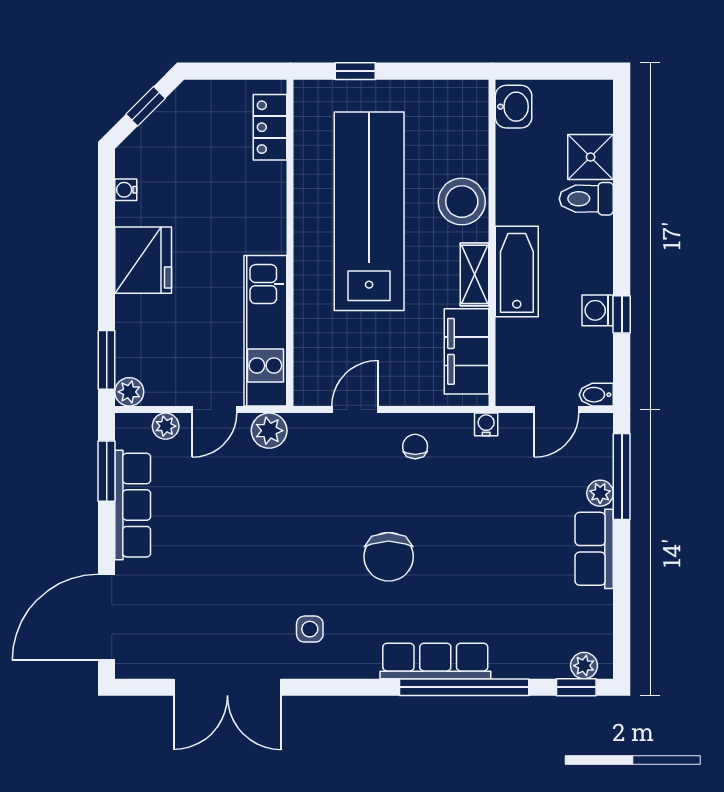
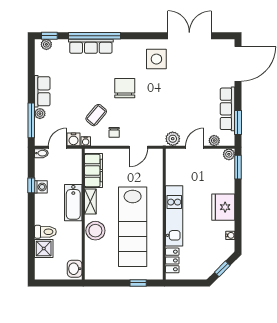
kitchen unit: (265, 331) -> (174, 216), moved
water cooler: (516, 429) -> (73, 139), added
coffee table: (460, 490) -> (96, 115), added
side table: (310, 629) -> (156, 59), width x1.87, depth x1.87
row of seats: (435, 661) -> (91, 46), moved

